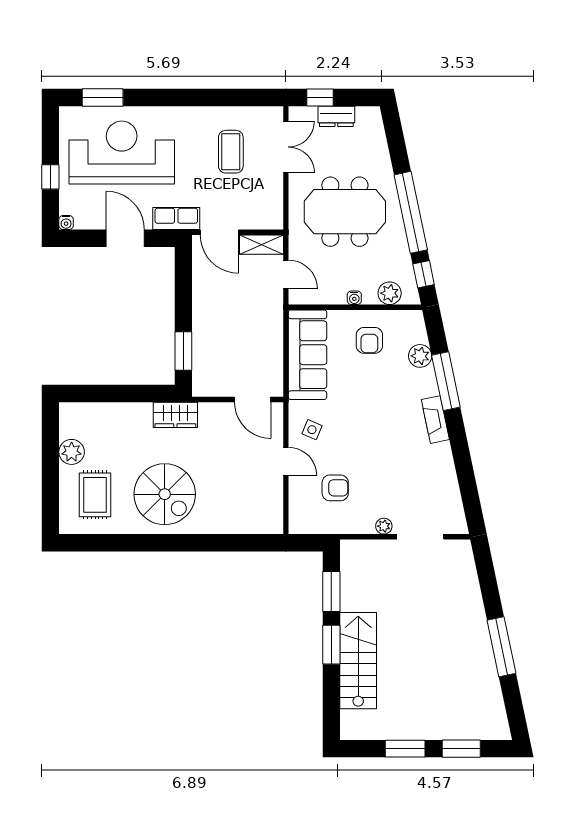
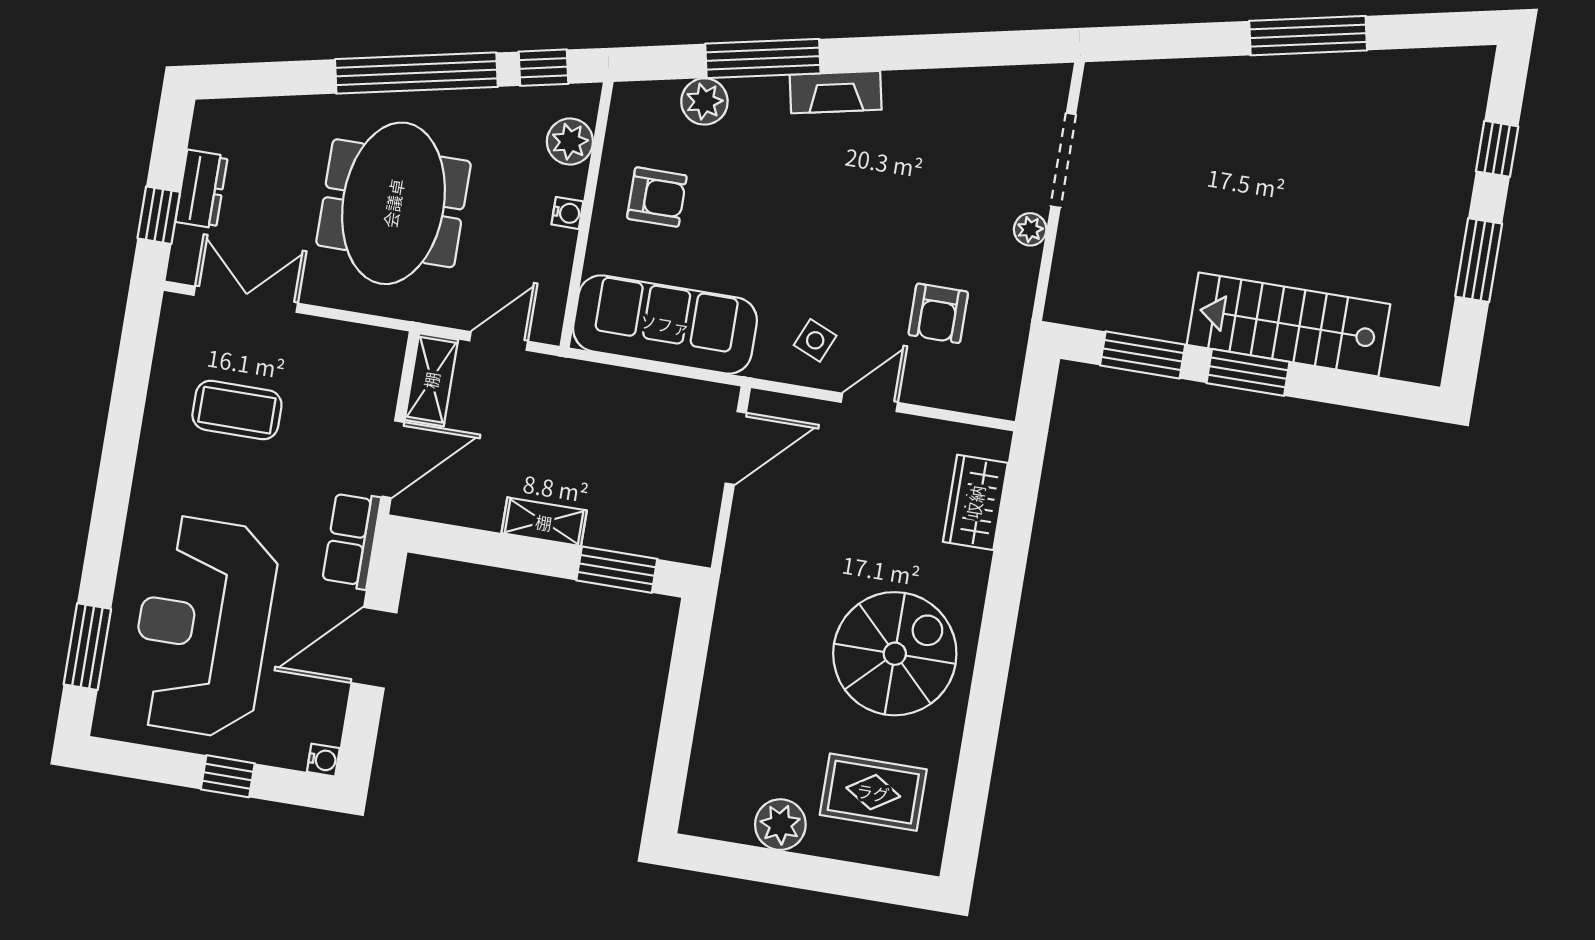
shelving: (201, 311) -> (544, 522), added
wardrobe: (175, 415) -> (975, 502), moved, turned 180
armchair: (335, 488) -> (938, 313), turned 180
window: (461, 749) -> (1497, 149), width x0.67

